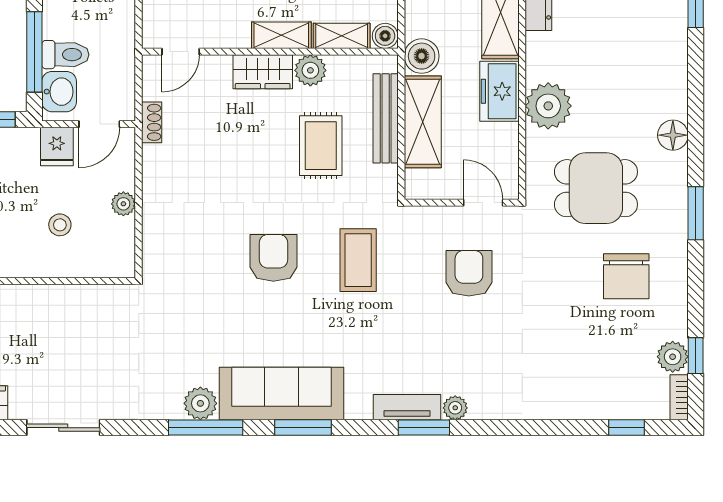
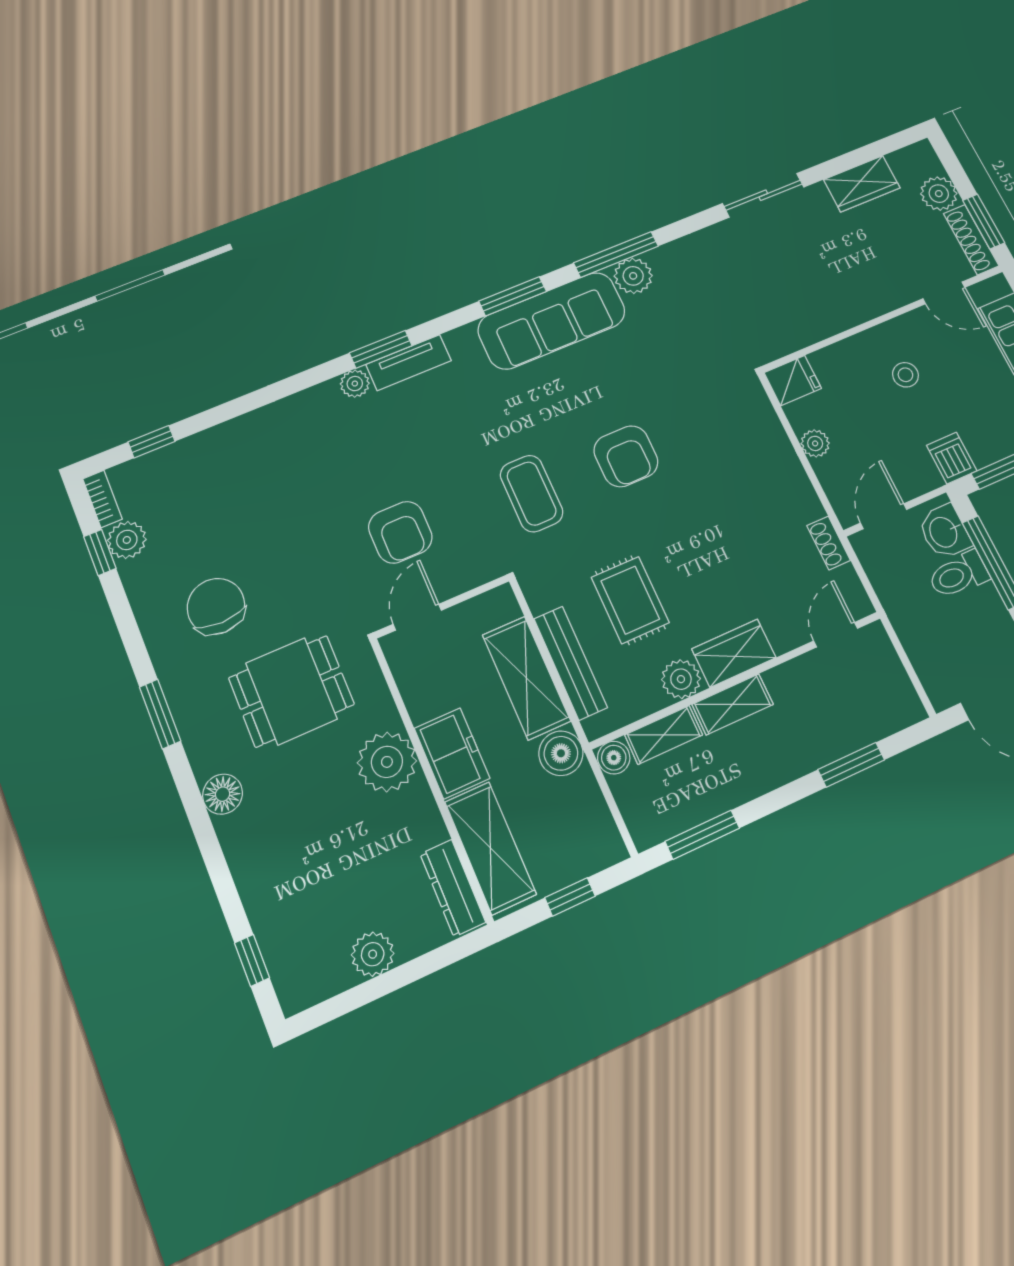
dishwasher: (24, 146) -> (952, 458), added
fridge: (57, 146) -> (793, 381), moved, turned 90
door: (483, 203) -> (417, 617), swing flipped
stool: (60, 225) -> (905, 375), moved

